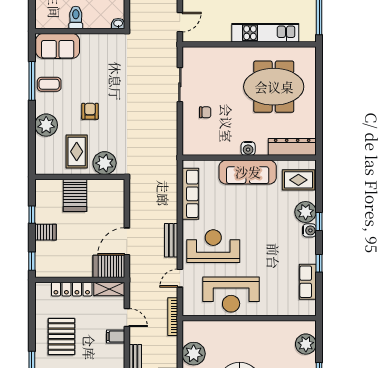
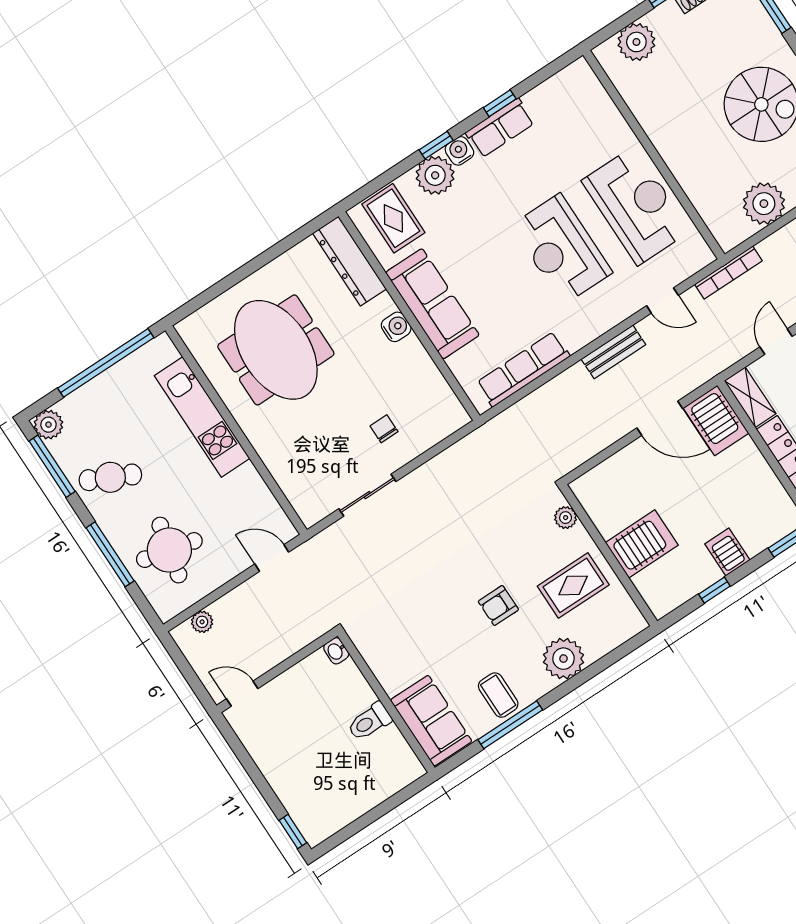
plant: (105, 163) -> (566, 518), width x0.53, depth x0.53
reception desk: (213, 246) -> (562, 249), moved
row of seats: (308, 282) -> (500, 128), moved

